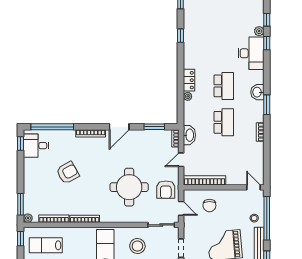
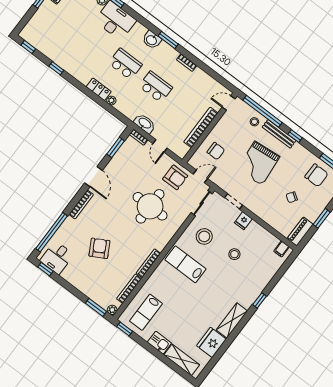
bookcase: (204, 180) -> (201, 127), moved

